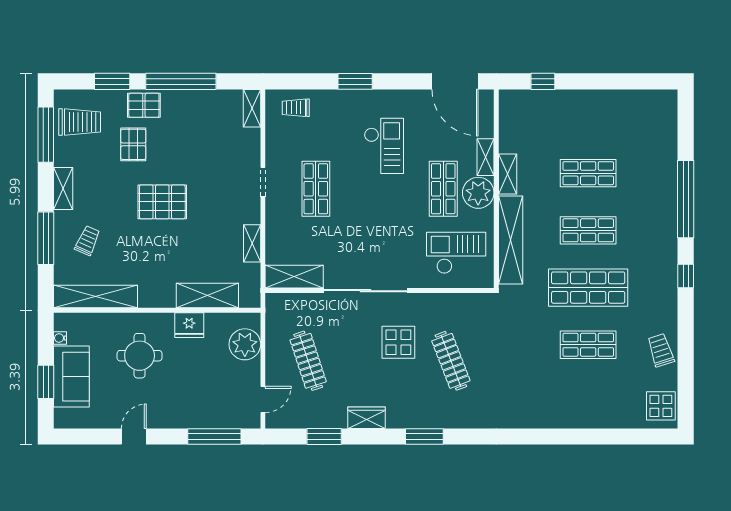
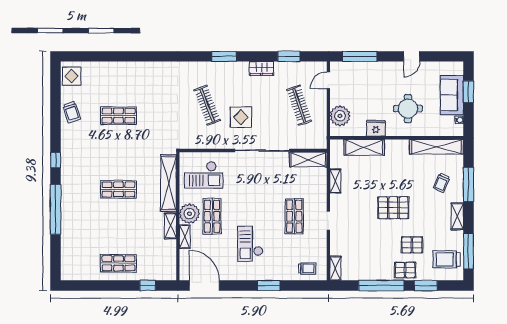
pallet: (133, 144) -> (412, 245), turned 90
shop shelf: (588, 173) -> (118, 263), moved
shop shelf: (588, 288) -> (118, 152), removed

